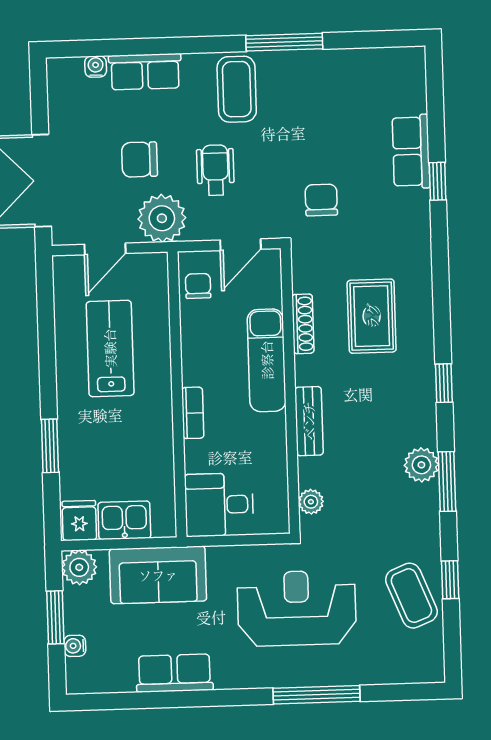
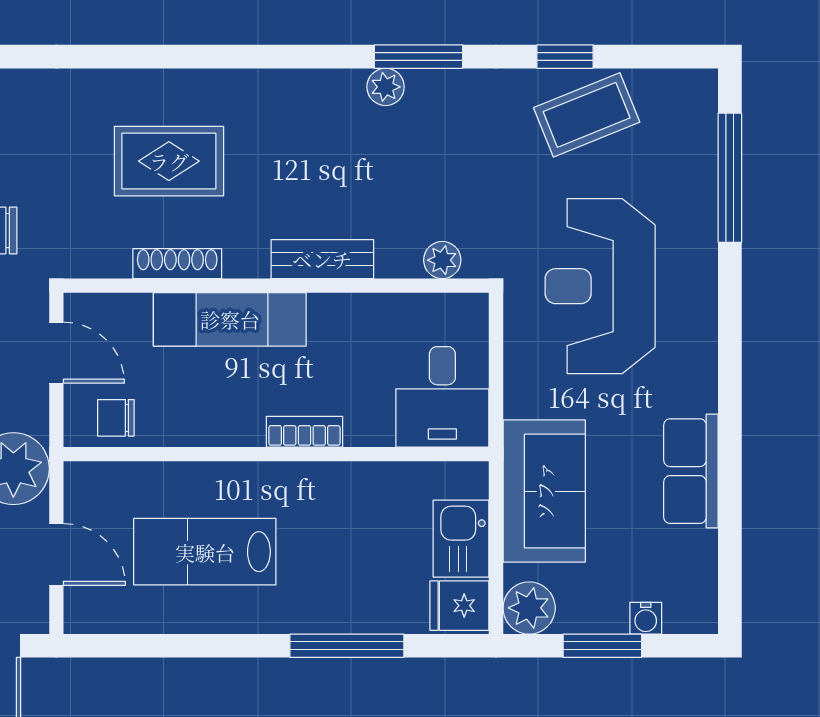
window: (444, 383) -> (272, 57), removed
window: (50, 446) -> (347, 646), width x1.44
plant: (421, 465) -> (386, 87), width x0.73, depth x0.73
window: (316, 695) -> (730, 178), moved

